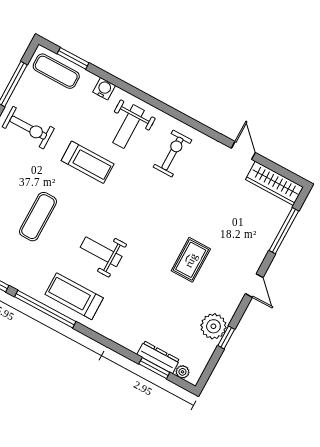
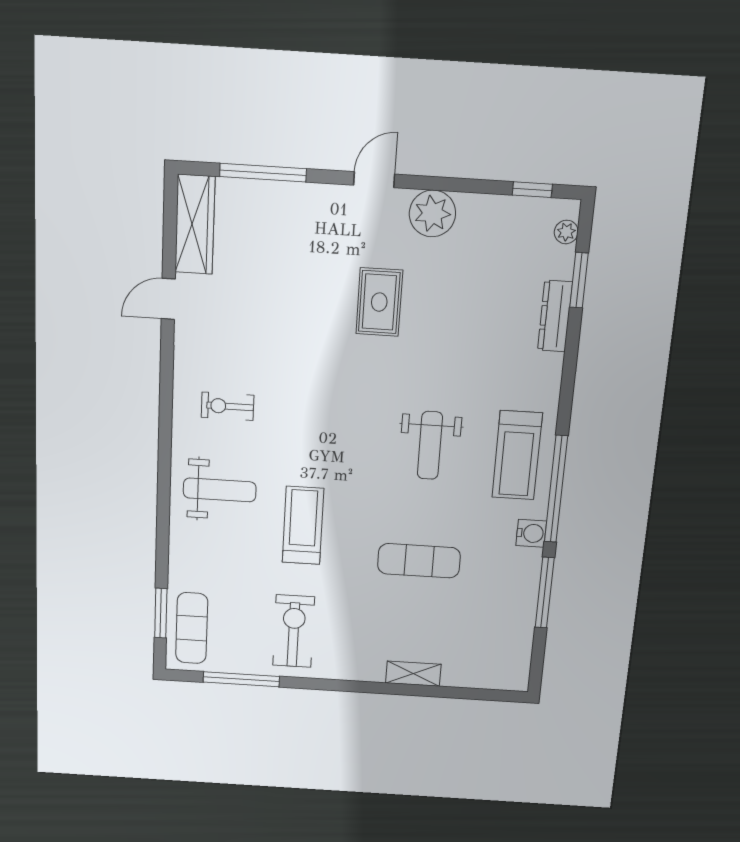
water cooler: (104, 89) -> (531, 533), moved, turned 180
exercise bike: (172, 153) -> (228, 406), width x0.73, depth x0.72
rug: (191, 260) -> (379, 302), turned 90
plant: (213, 326) -> (432, 214), moved
window: (226, 337) -> (532, 190), moved
dresser: (158, 357) -> (555, 316), moved

